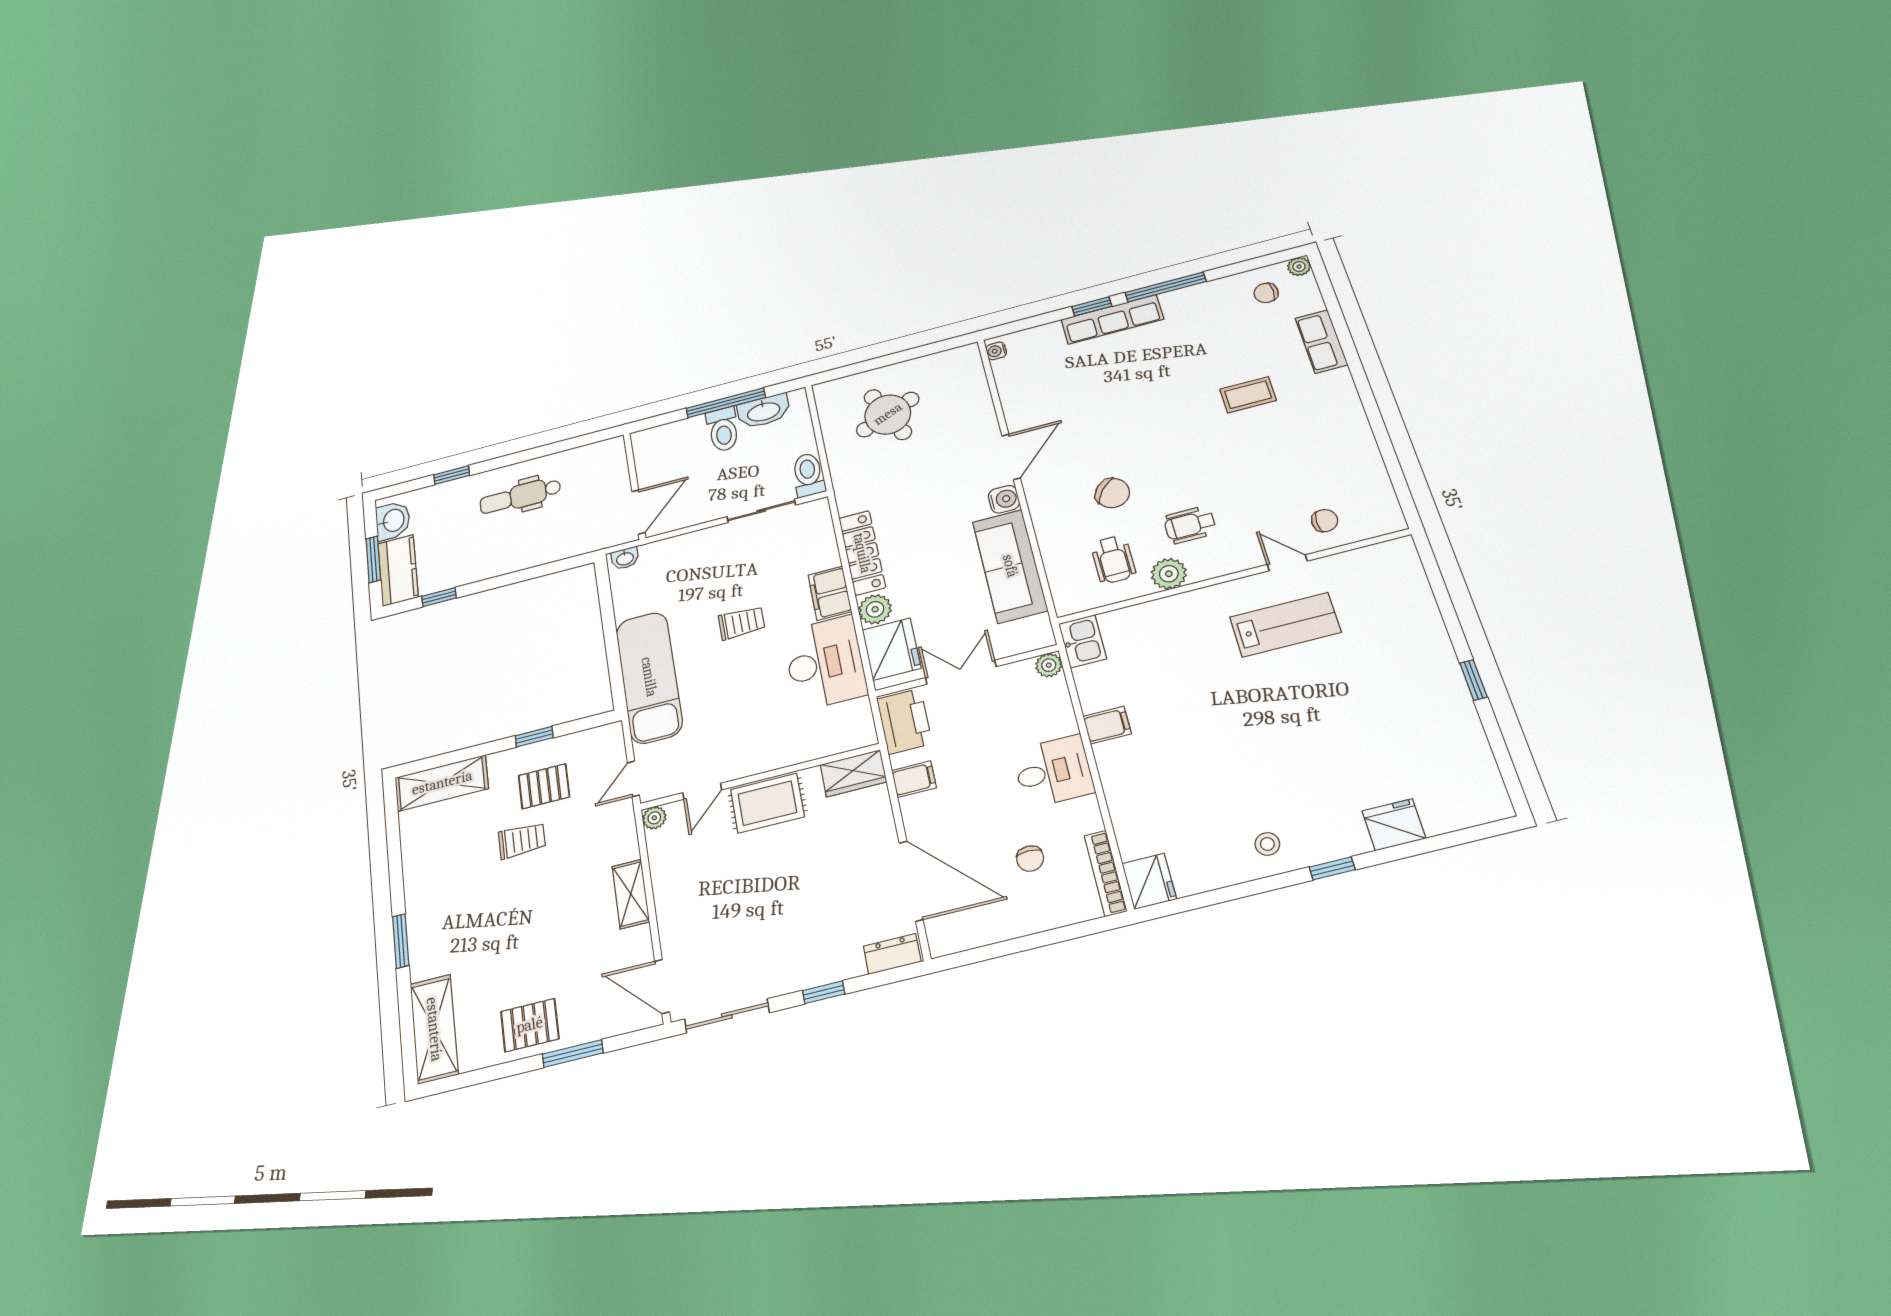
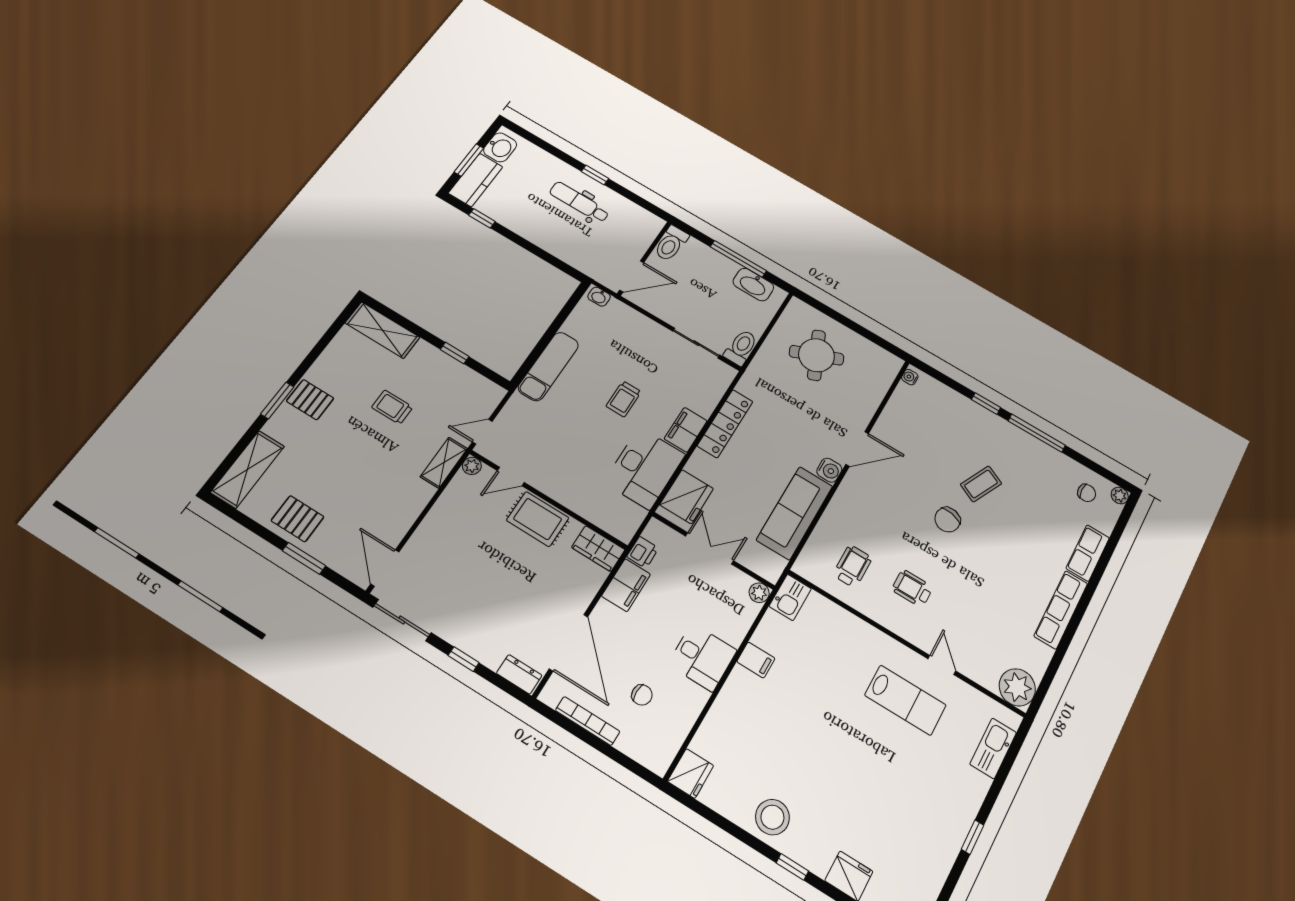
chair: (1266, 293) -> (1087, 493), turned 180
row of seats: (1112, 319) -> (1061, 610), moved, turned 90
coffee table: (1248, 395) -> (981, 484), moved, turned -64
toilet: (723, 429) -> (671, 244), moved
window: (452, 475) -> (595, 175), moved
chair: (1112, 493) -> (948, 520), moved, turned 62
chair: (1325, 521) -> (986, 661), removed
wheelchair: (1113, 559) -> (852, 566), turned 180
plant: (1169, 574) -> (1017, 687), moved, width x1.36, depth x1.36
kitchen sink: (1411, 587) -> (993, 748), added
plant: (875, 609) -> (700, 464), removed
trolley: (742, 623) -> (624, 399), turned 90
exam couch: (649, 677) -> (548, 366), width x0.73, depth x0.69
printer: (904, 721) -> (643, 552), width x0.53, depth x0.68
filing cabinet: (914, 779) -> (626, 585), width x2.00
pallet: (544, 786) -> (310, 400), moved
trolley: (522, 840) -> (392, 407), turned 180
stool: (1267, 844) -> (772, 817), width x1.89, depth x1.89
chair: (1030, 859) -> (642, 695), turned -90
bookcase: (1106, 873) -> (588, 721), moved, turned 90
shelving: (631, 894) -> (444, 463), moved

